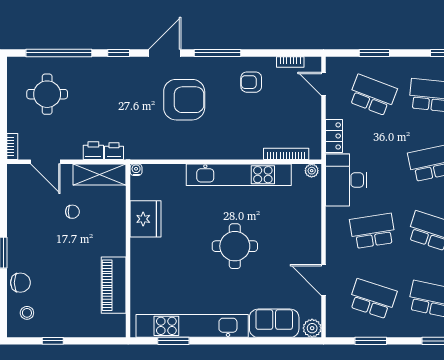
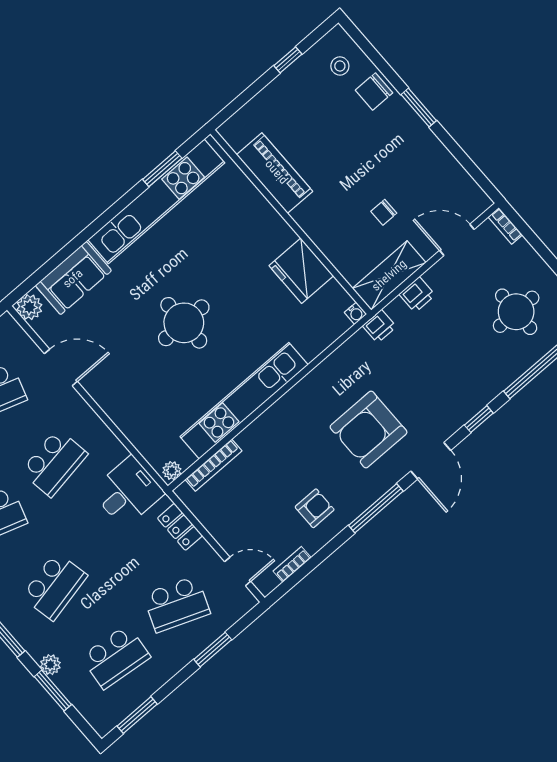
printer: (114, 151) -> (379, 326), moved
desk: (346, 180) -> (128, 492), width x0.73

